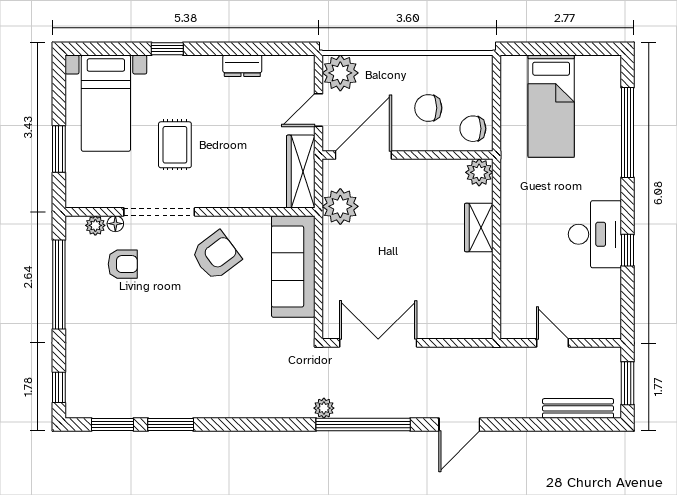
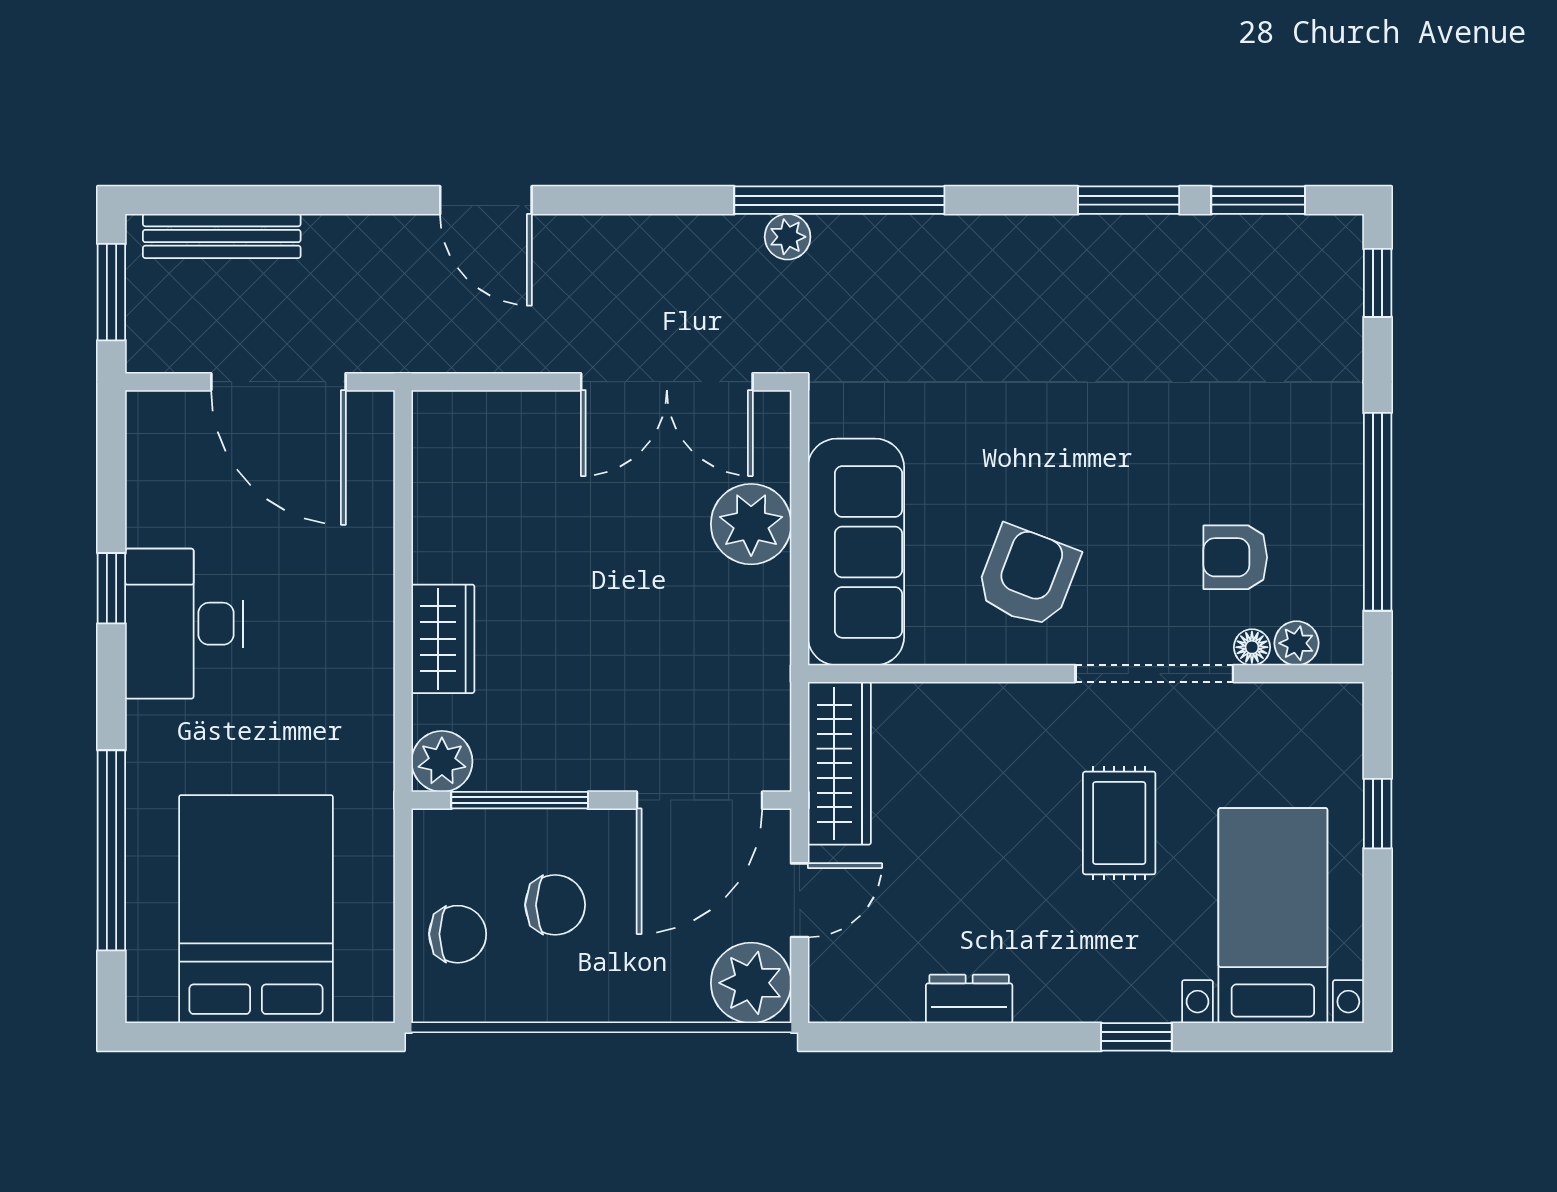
bed: (551, 106) -> (256, 909), width x1.50
chair: (473, 129) -> (458, 934), moved
window: (59, 149) -> (1378, 814), width x0.67
window: (444, 155) -> (520, 800), added
plant: (340, 206) -> (751, 524), moved
armchair: (216, 256) -> (1027, 576), turned 148
door: (553, 343) -> (278, 382), width x1.87
window: (363, 424) -> (839, 200), moved
door: (459, 424) -> (486, 200), swing flipped

